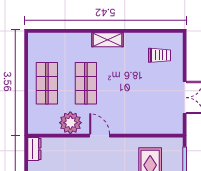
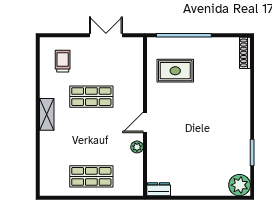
shop shelf: (86, 83) -> (91, 97), moved
plant: (70, 123) -> (137, 147), width x0.53, depth x0.53

